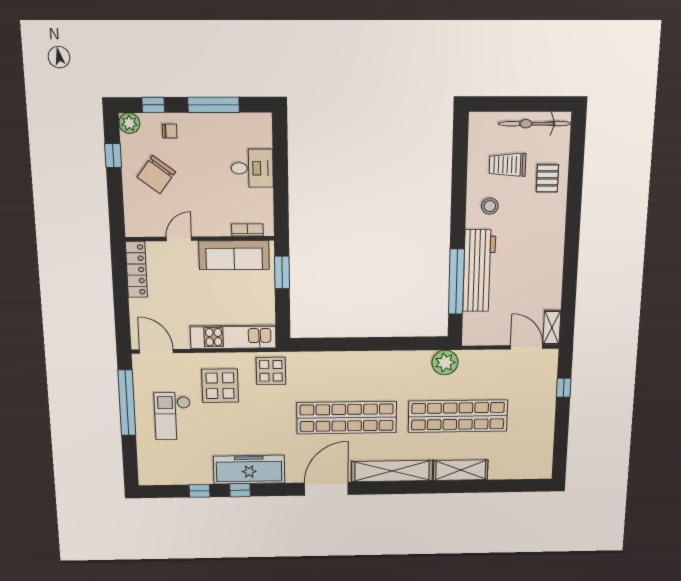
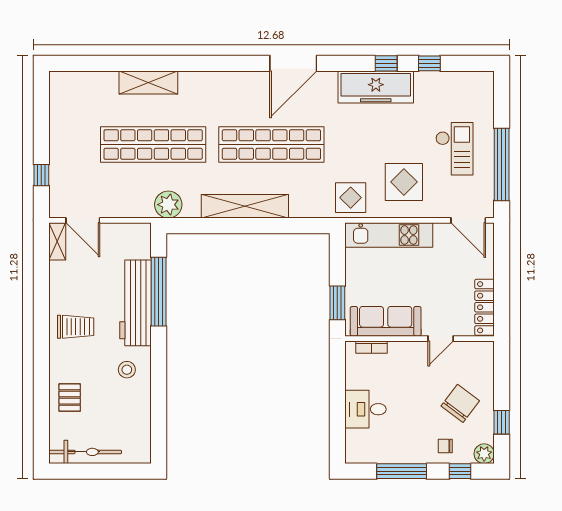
trolley: (508, 165) -> (76, 327), moved
shelving: (392, 471) -> (245, 206), moved

